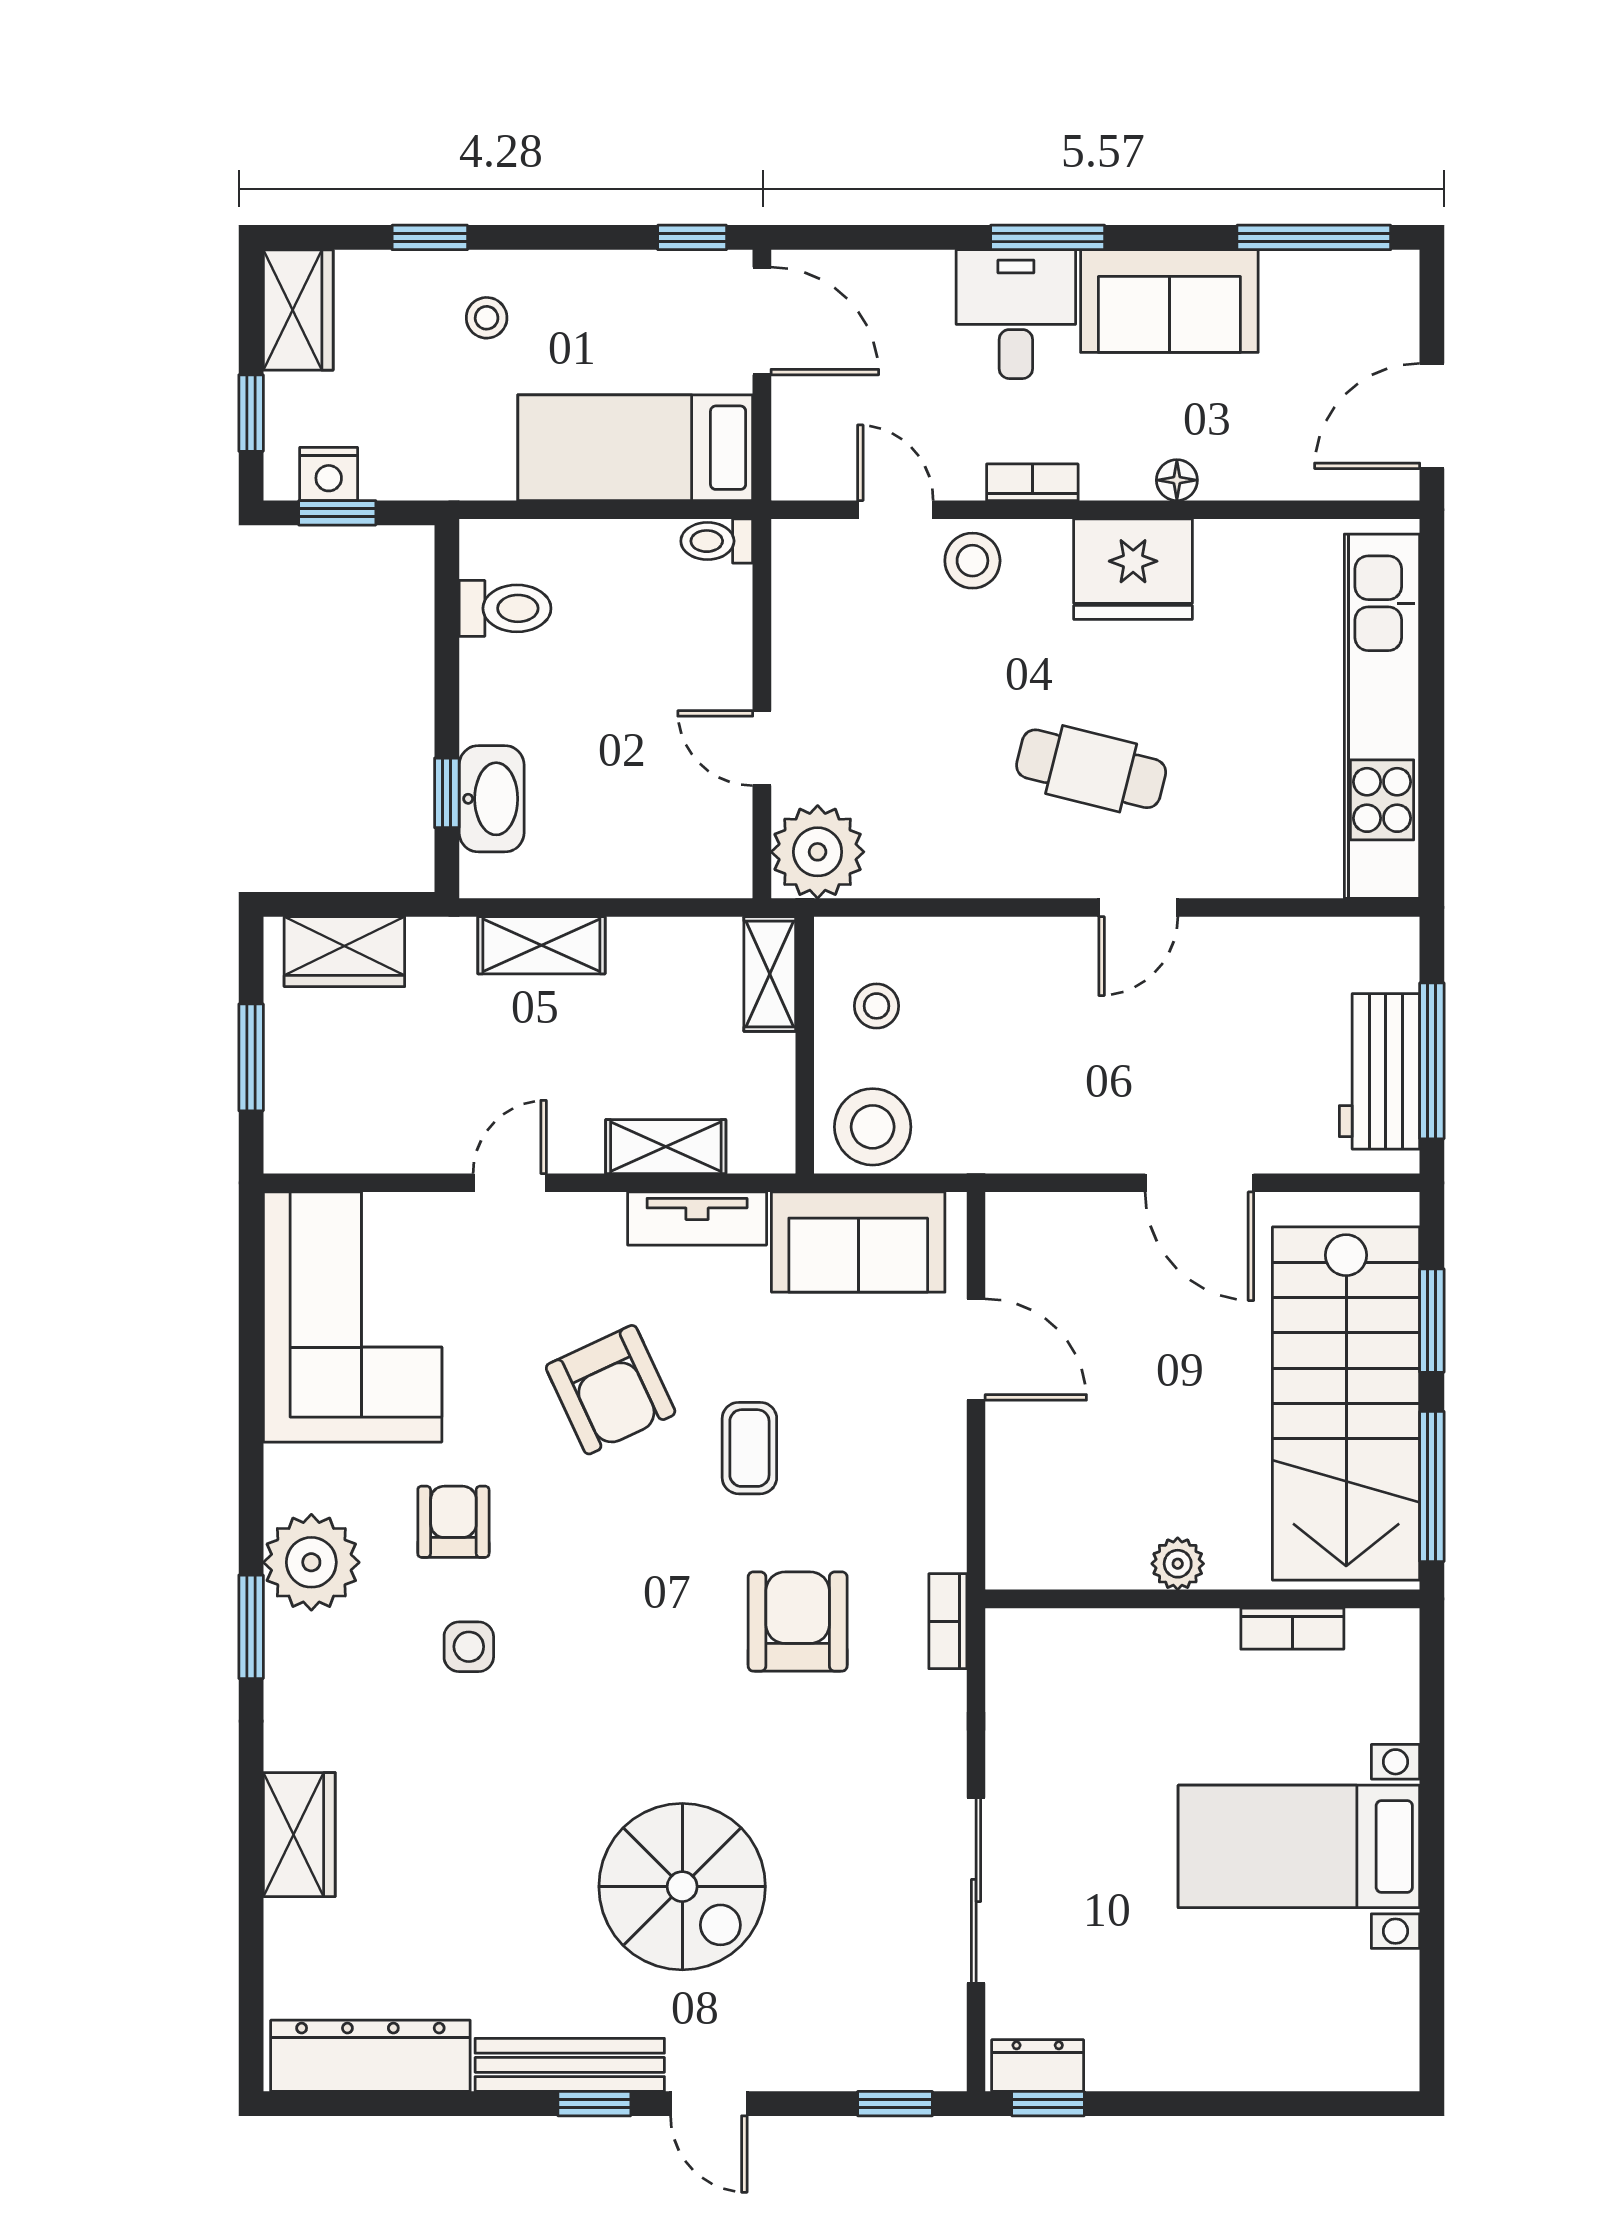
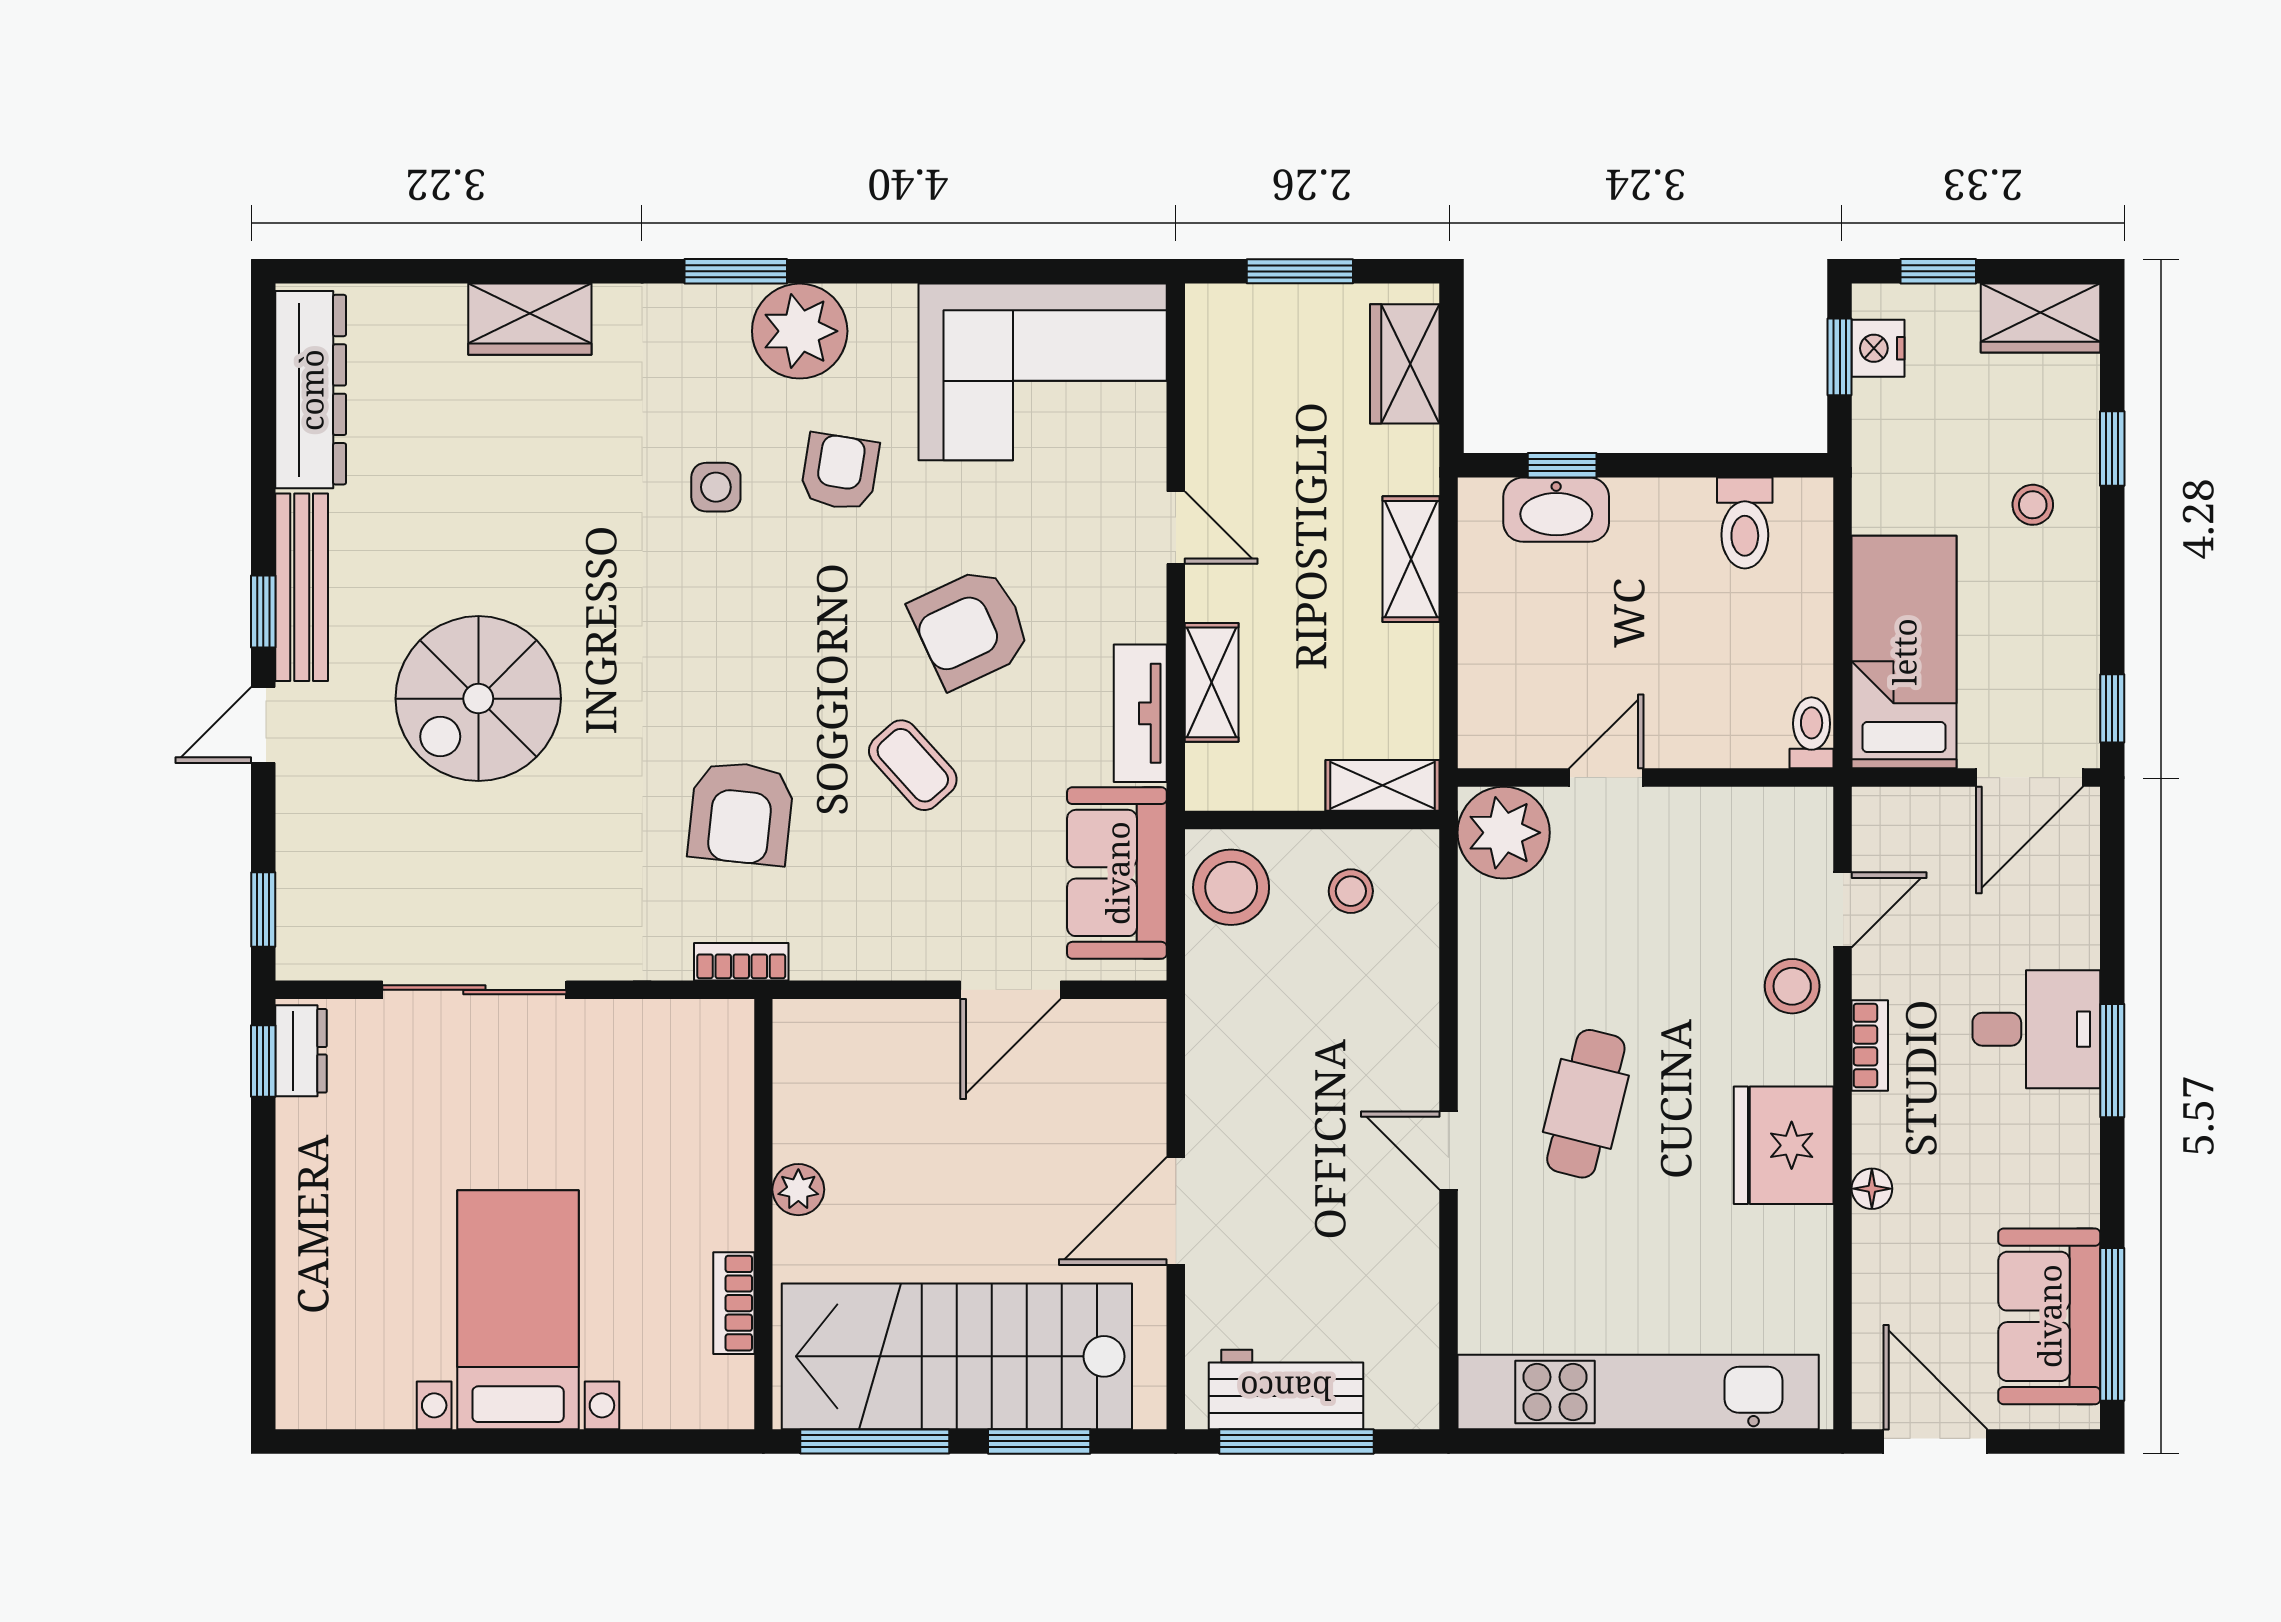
sofa: (1169, 301) -> (2049, 1316), moved
coffee table: (749, 1448) -> (913, 765), turned 48
armchair: (453, 1522) -> (840, 472), turned -81
armchair: (798, 1622) -> (741, 813), turned 96

